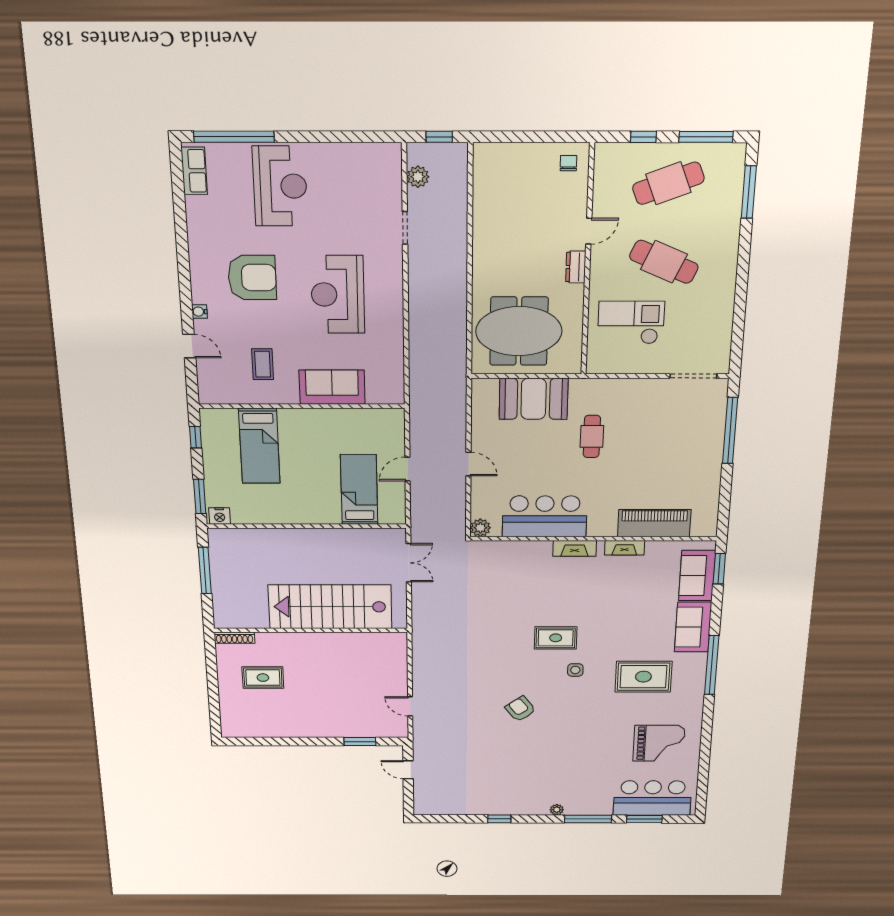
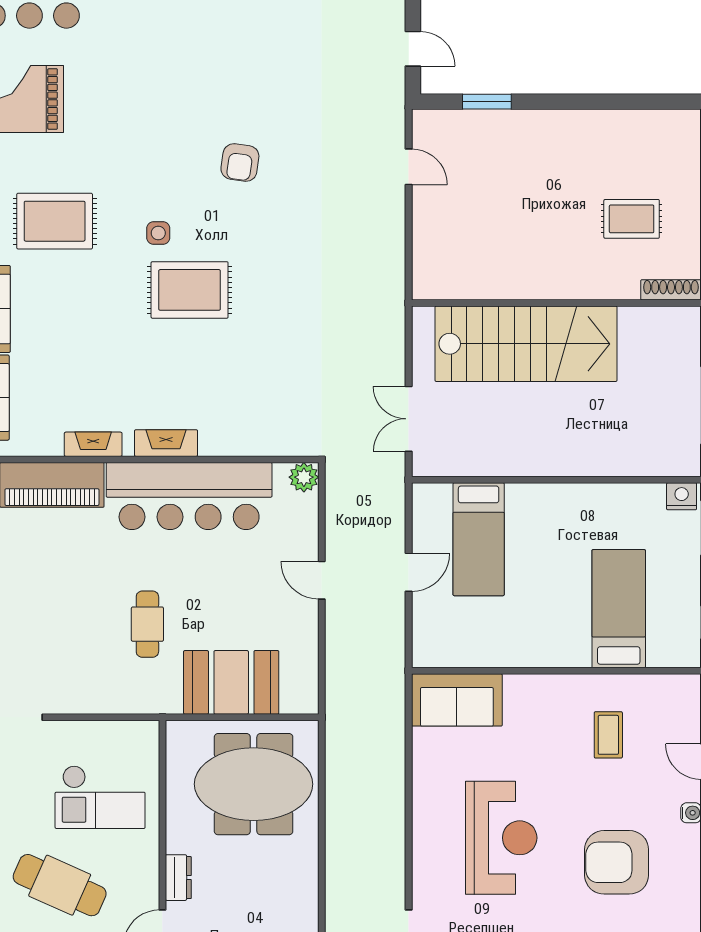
sofa: (332, 387) -> (457, 700), moved
bar counter: (545, 516) -> (189, 496), width x1.36
rug: (556, 638) -> (190, 290), width x1.36, depth x1.43
armchair: (520, 709) -> (240, 163), turned 45

